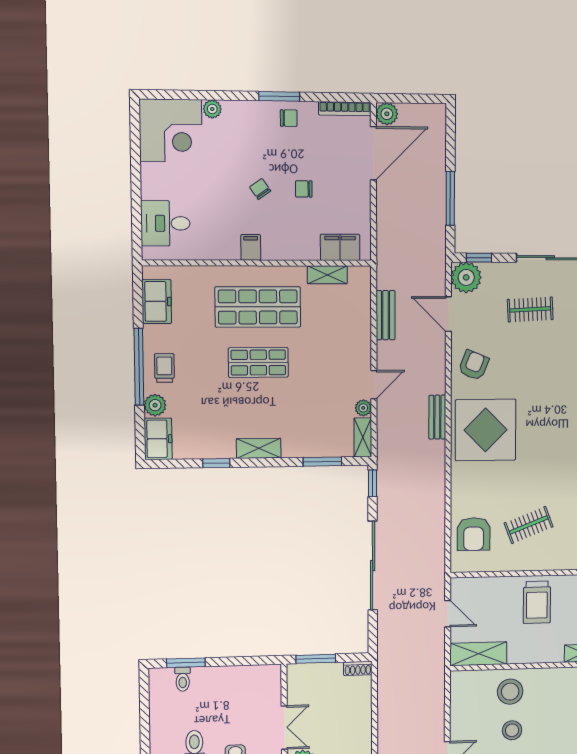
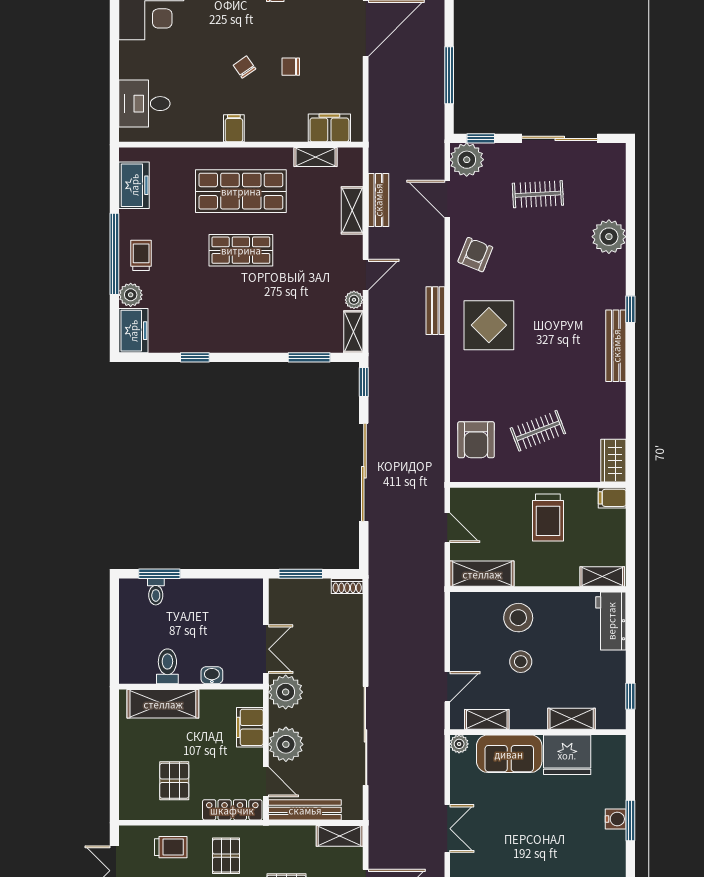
display table: (486, 430) -> (489, 325), width x0.73, depth x0.73
shelving: (259, 448) -> (352, 210), moved, turned 90

